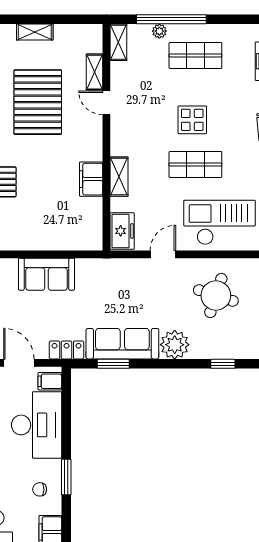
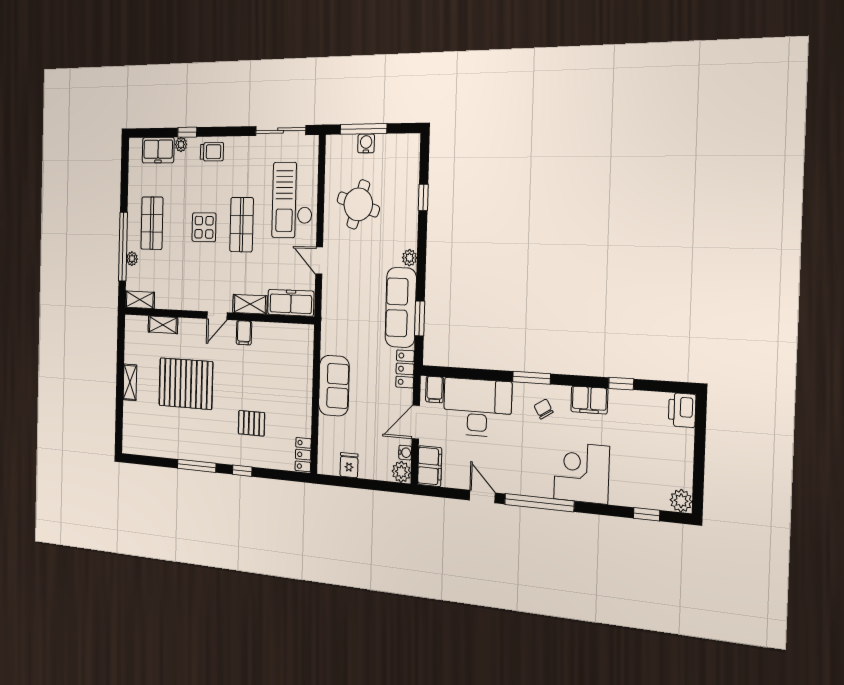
door: (106, 103) -> (217, 316), moved
filing cabinet: (91, 179) -> (244, 333), width x0.50
freezer: (122, 231) -> (291, 303), width x1.40
plant: (175, 345) -> (409, 258), width x0.53, depth x0.53
chair: (40, 489) -> (544, 409), turned 149

